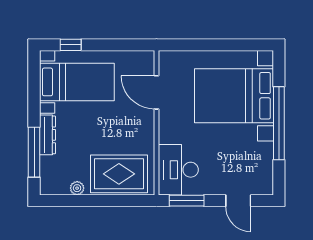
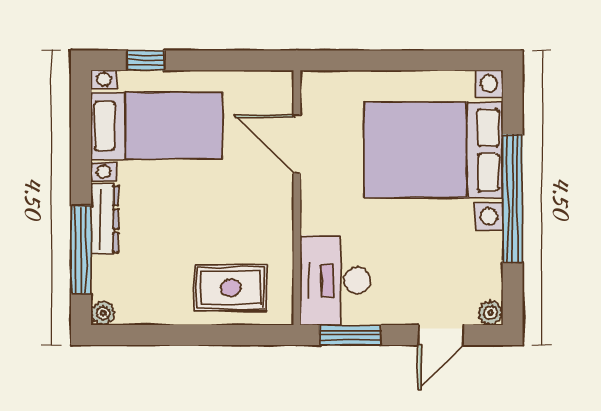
rug: (119, 174) -> (231, 288), width x0.73, depth x0.70
plant: (77, 188) -> (103, 313), moved
plant: (266, 188) -> (490, 313), added
door: (238, 201) -> (441, 335), hinge flipped

